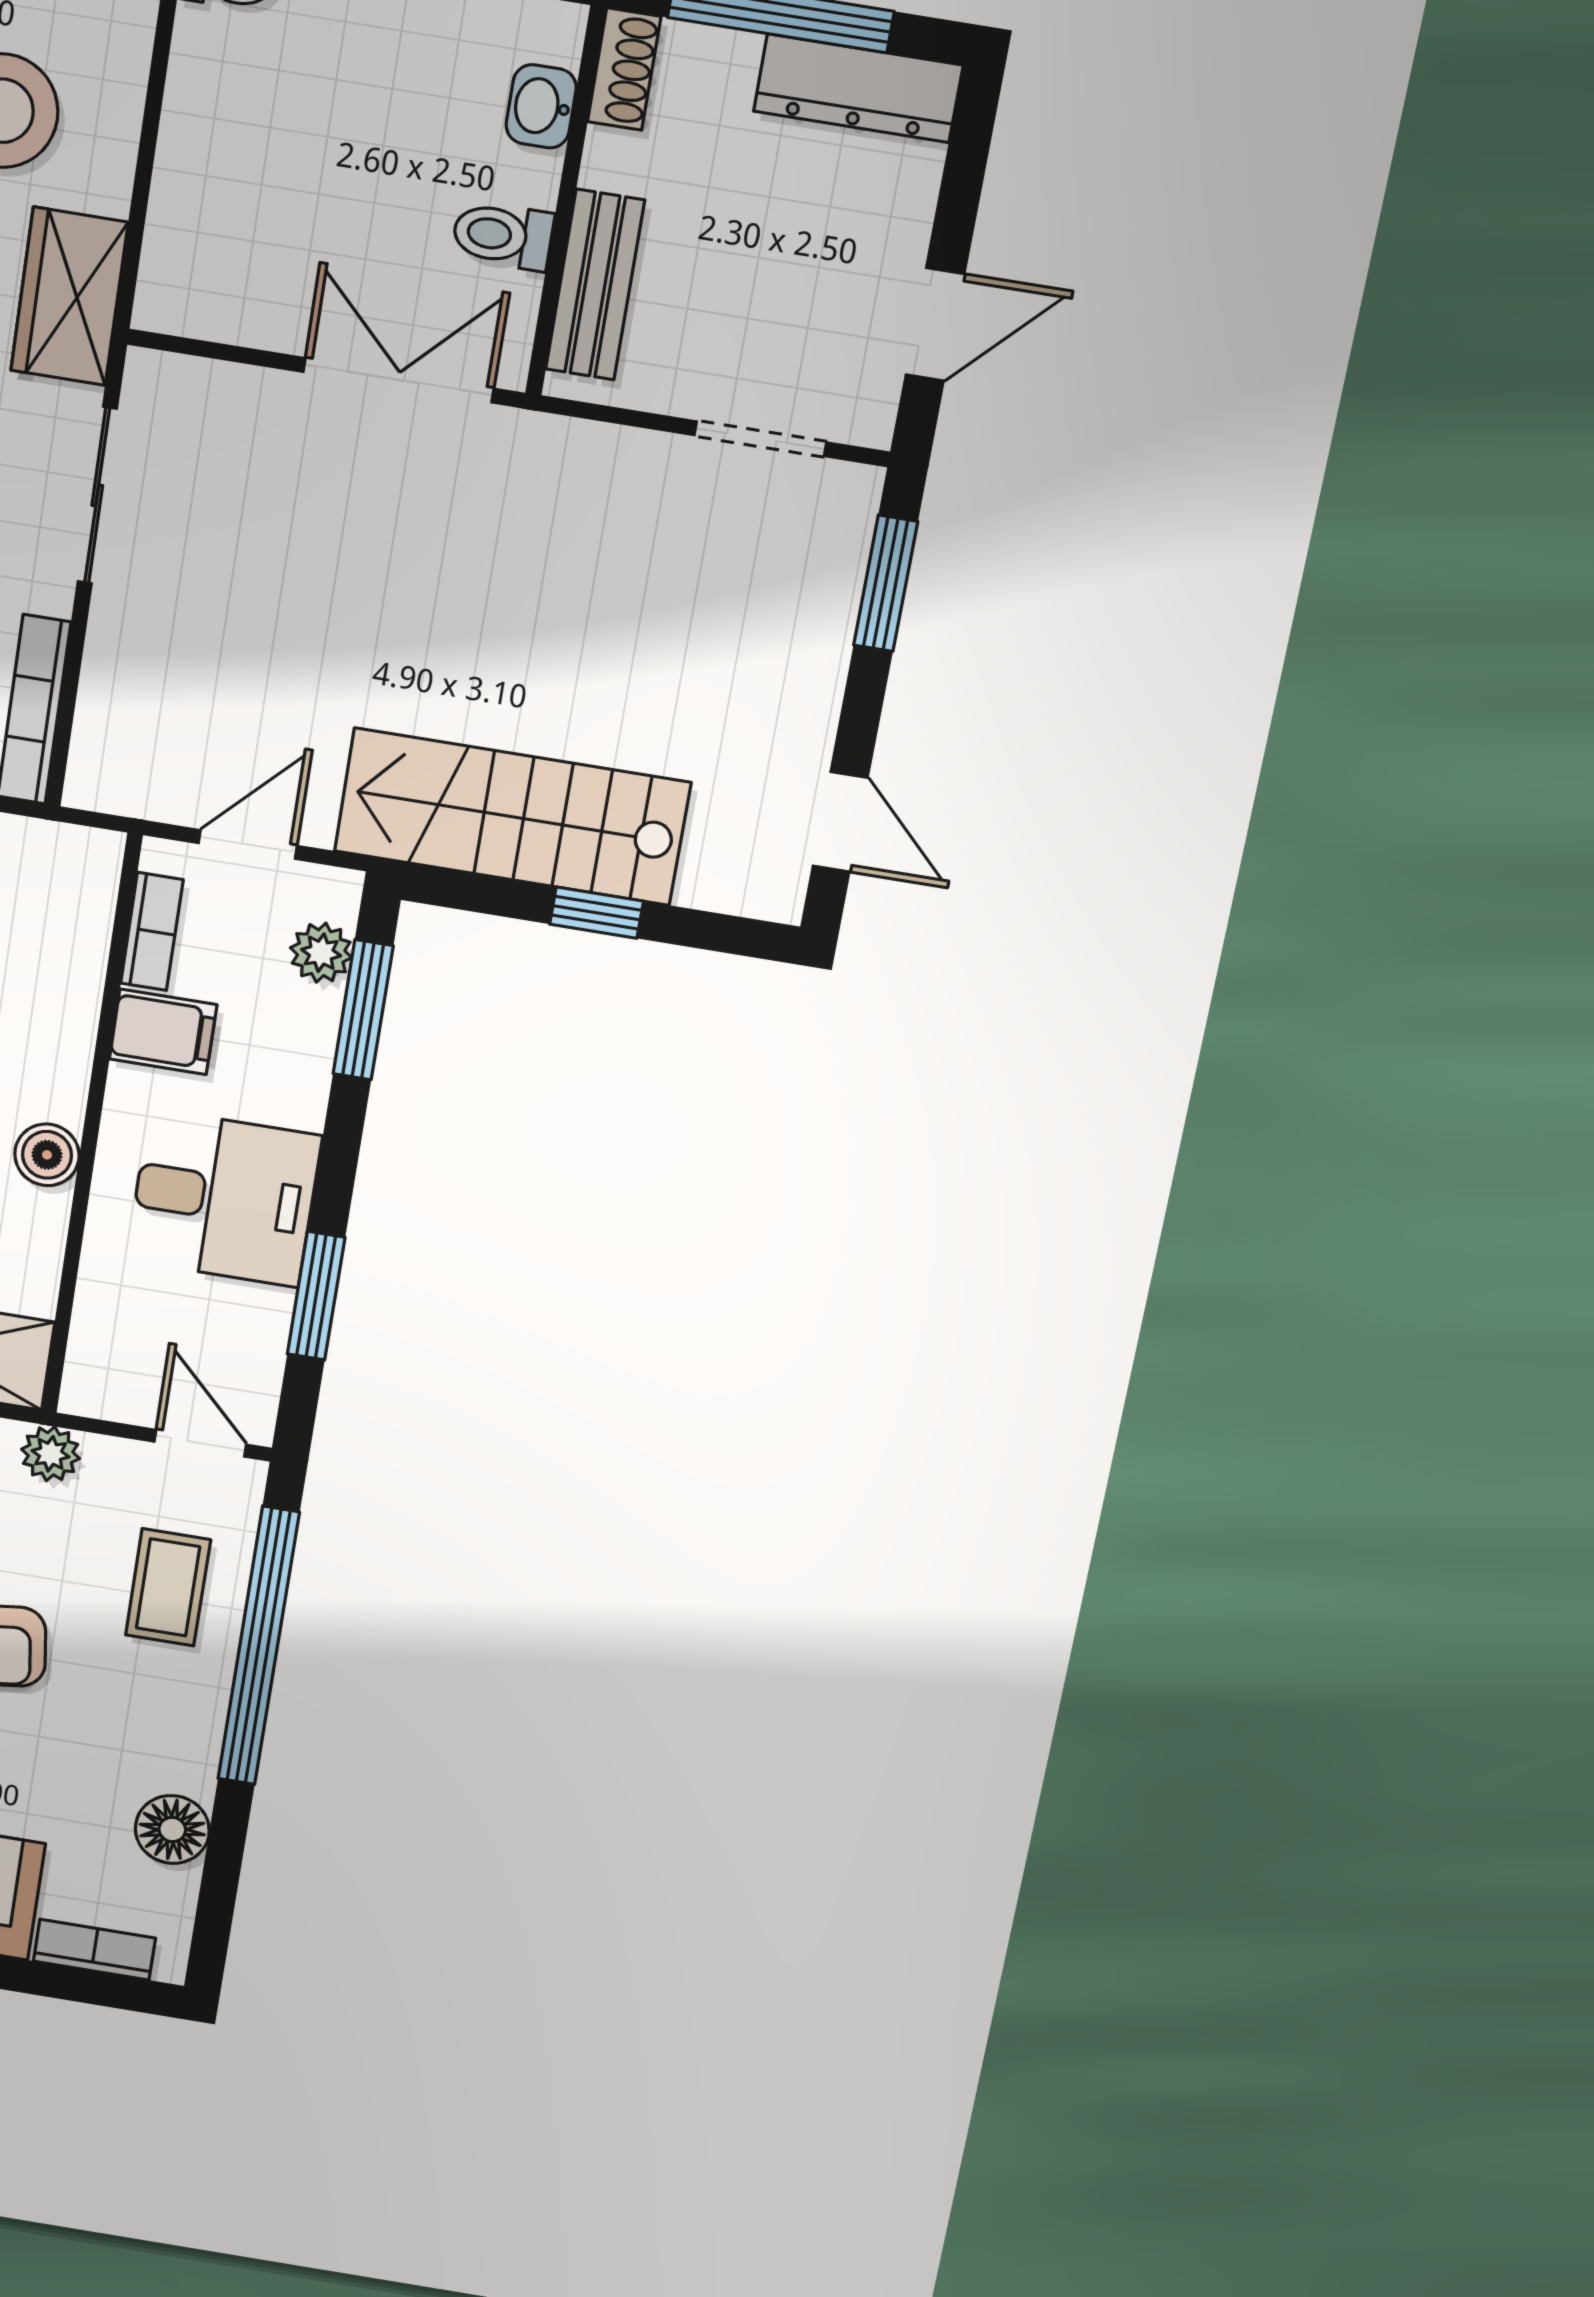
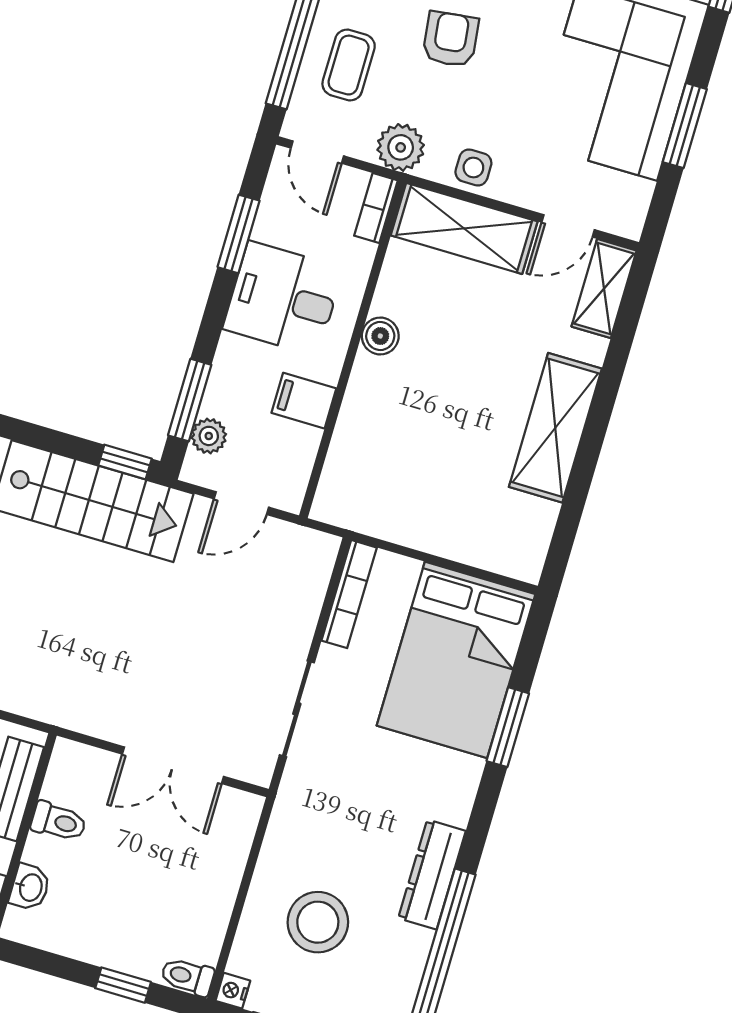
wardrobe: (69, 296) -> (296, 819), removed
double door: (398, 380) -> (173, 765), moved
window: (596, 913) -> (125, 462), moved
bookcase: (152, 931) -> (376, 208), moved
plant: (51, 1454) -> (401, 147), width x1.38, depth x1.38

